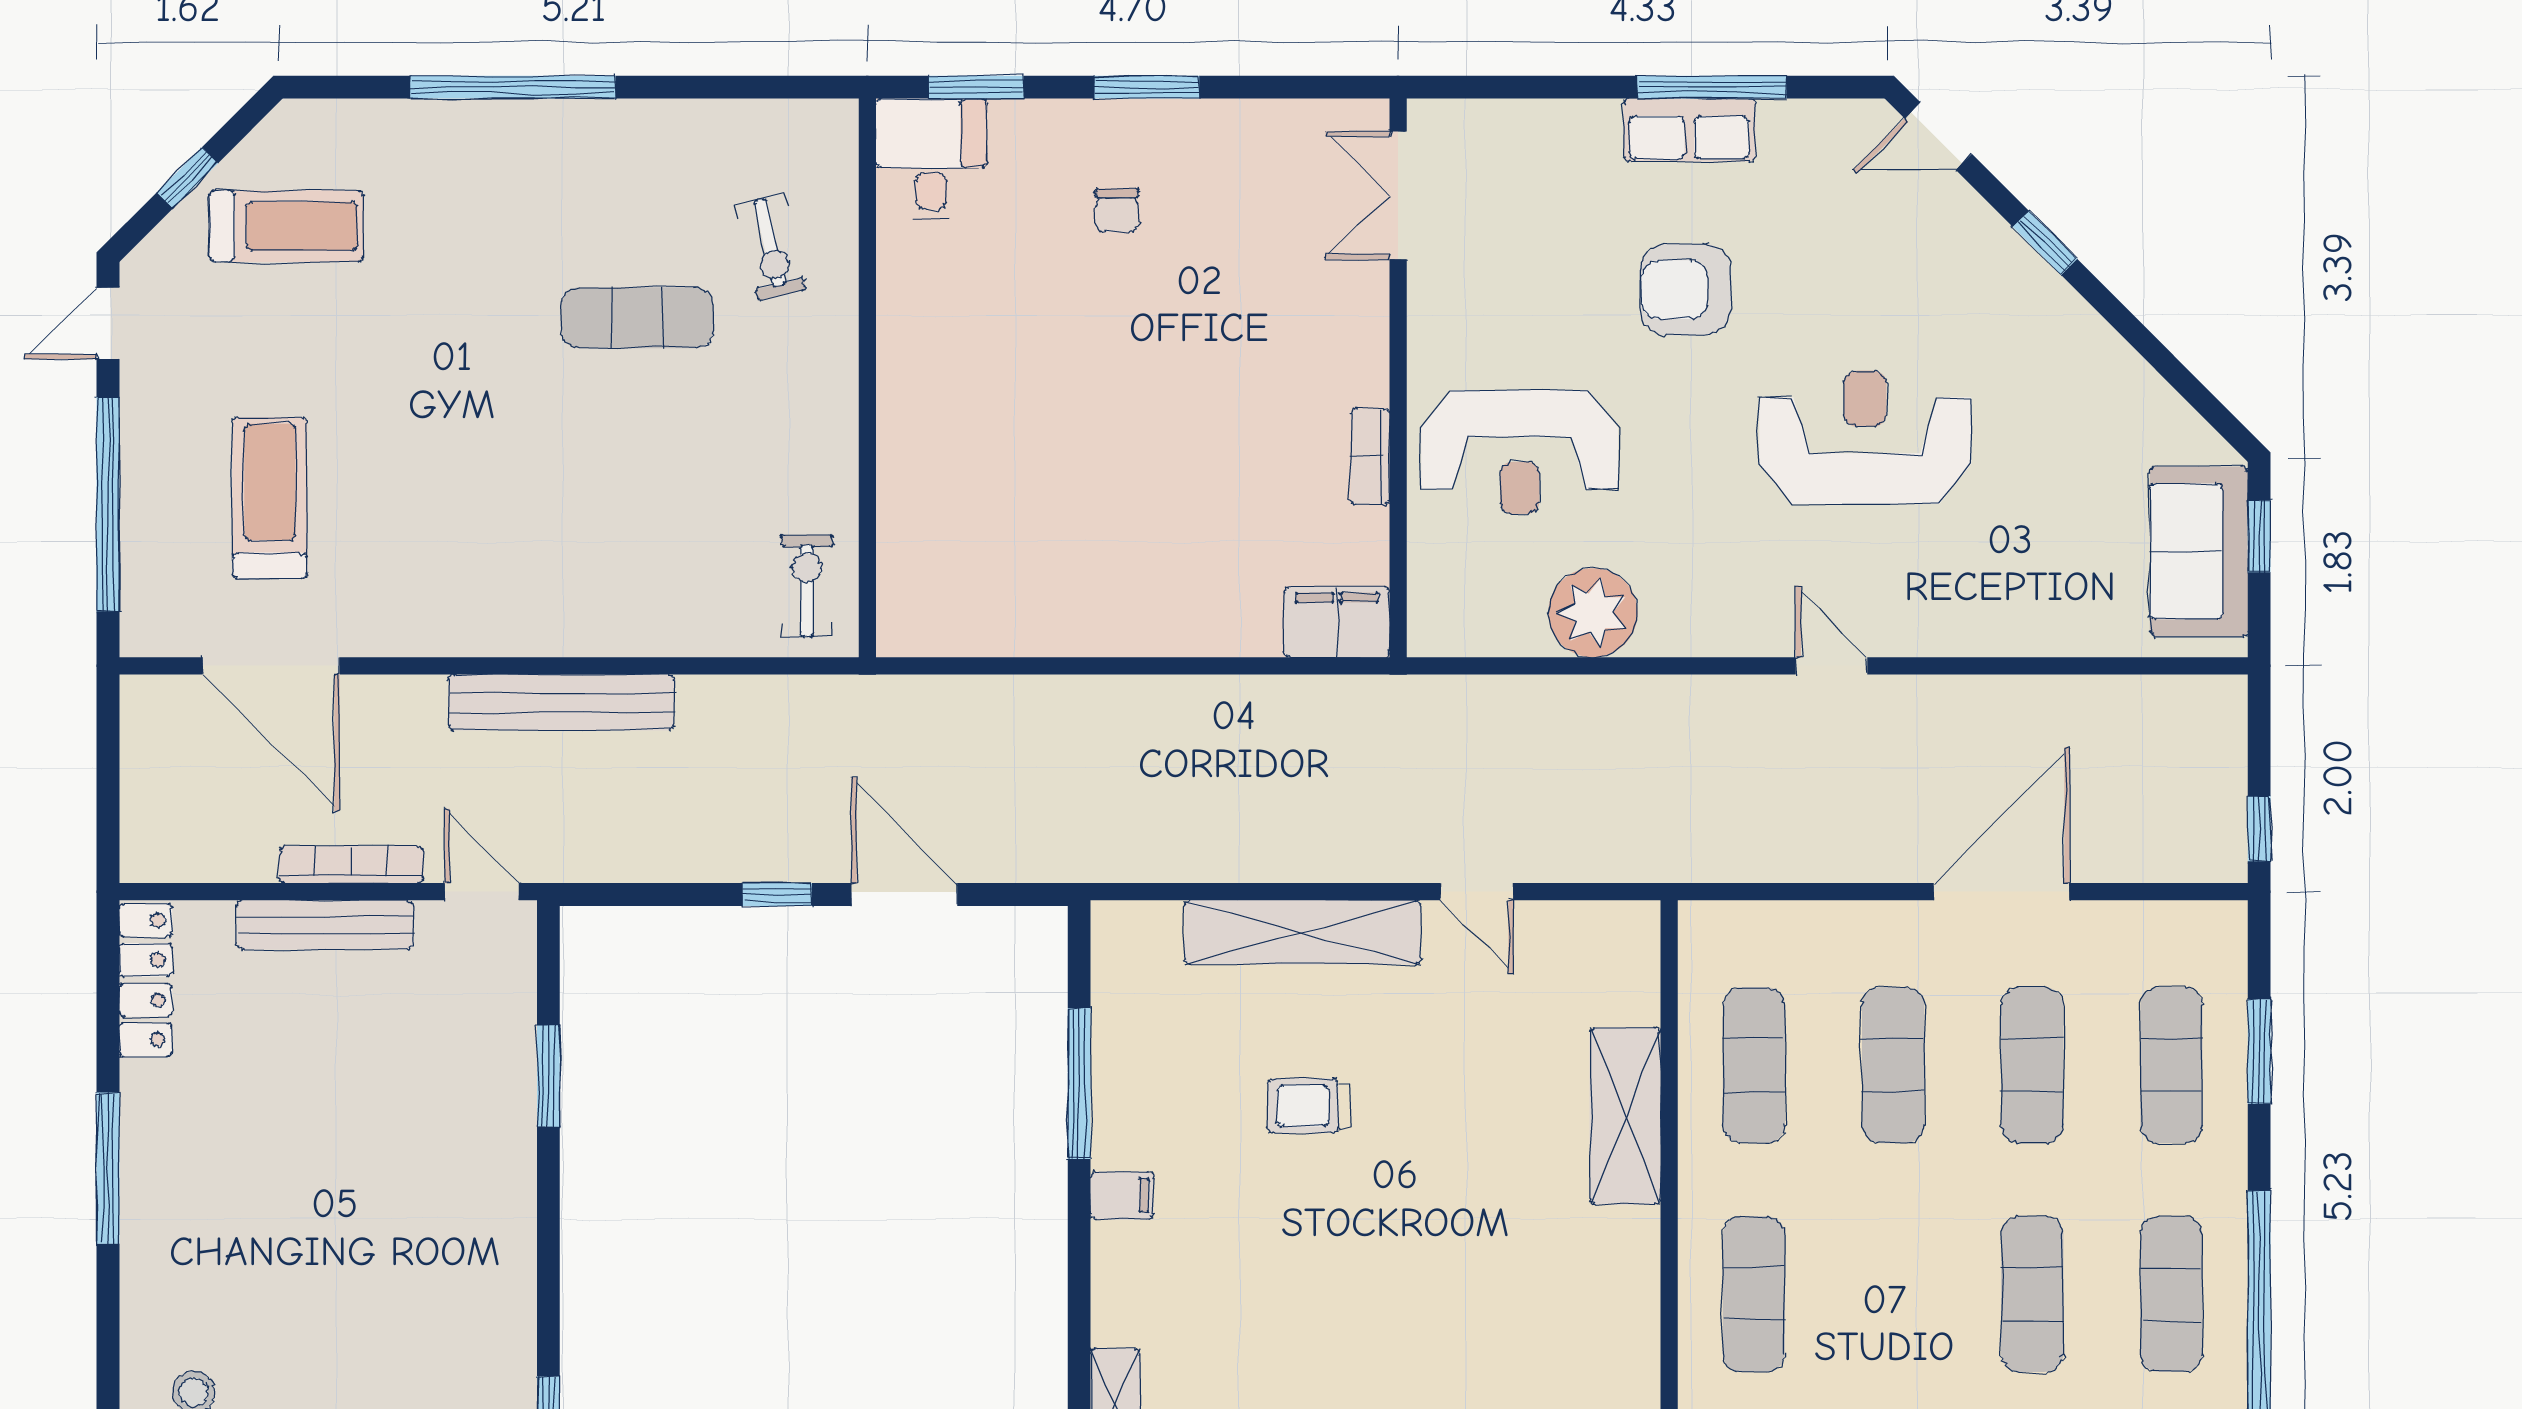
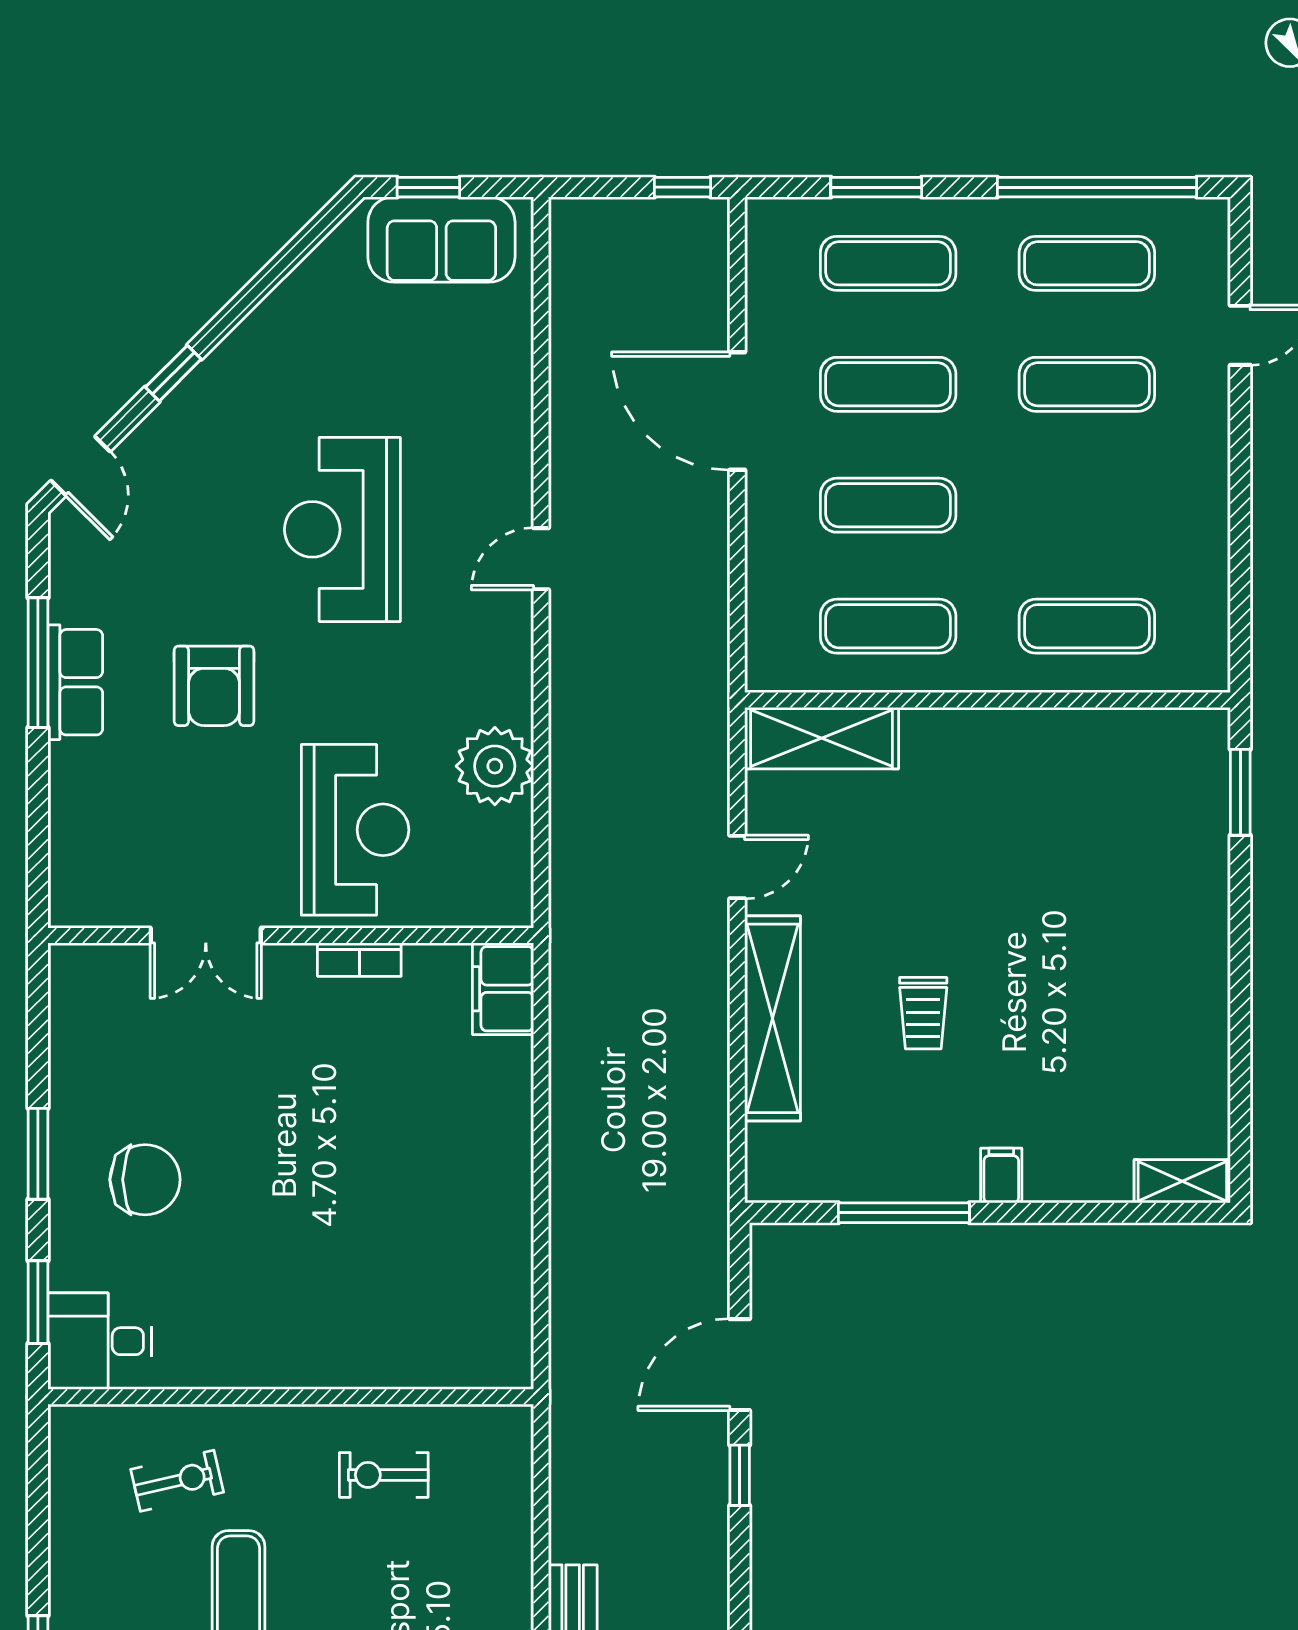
double door: (1398, 195) -> (206, 935), moved
chair: (1117, 210) -> (145, 1180), width x1.87, depth x1.87
exercise bike: (807, 586) -> (384, 1475), moved
shelving: (1625, 1116) -> (822, 738), moved

